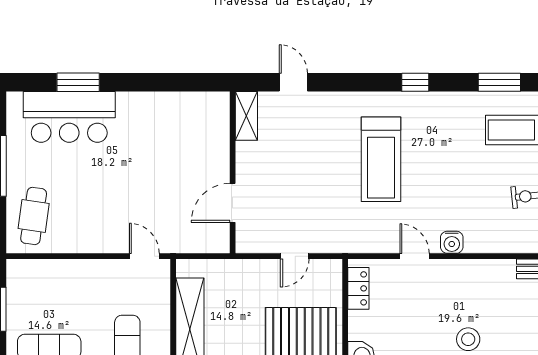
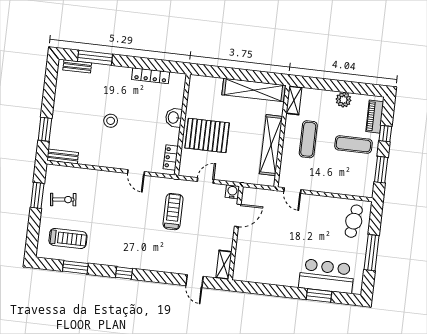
treadmill: (381, 159) -> (173, 212), moved, width x0.73, depth x0.73
water cooler: (452, 242) -> (232, 192), moved

